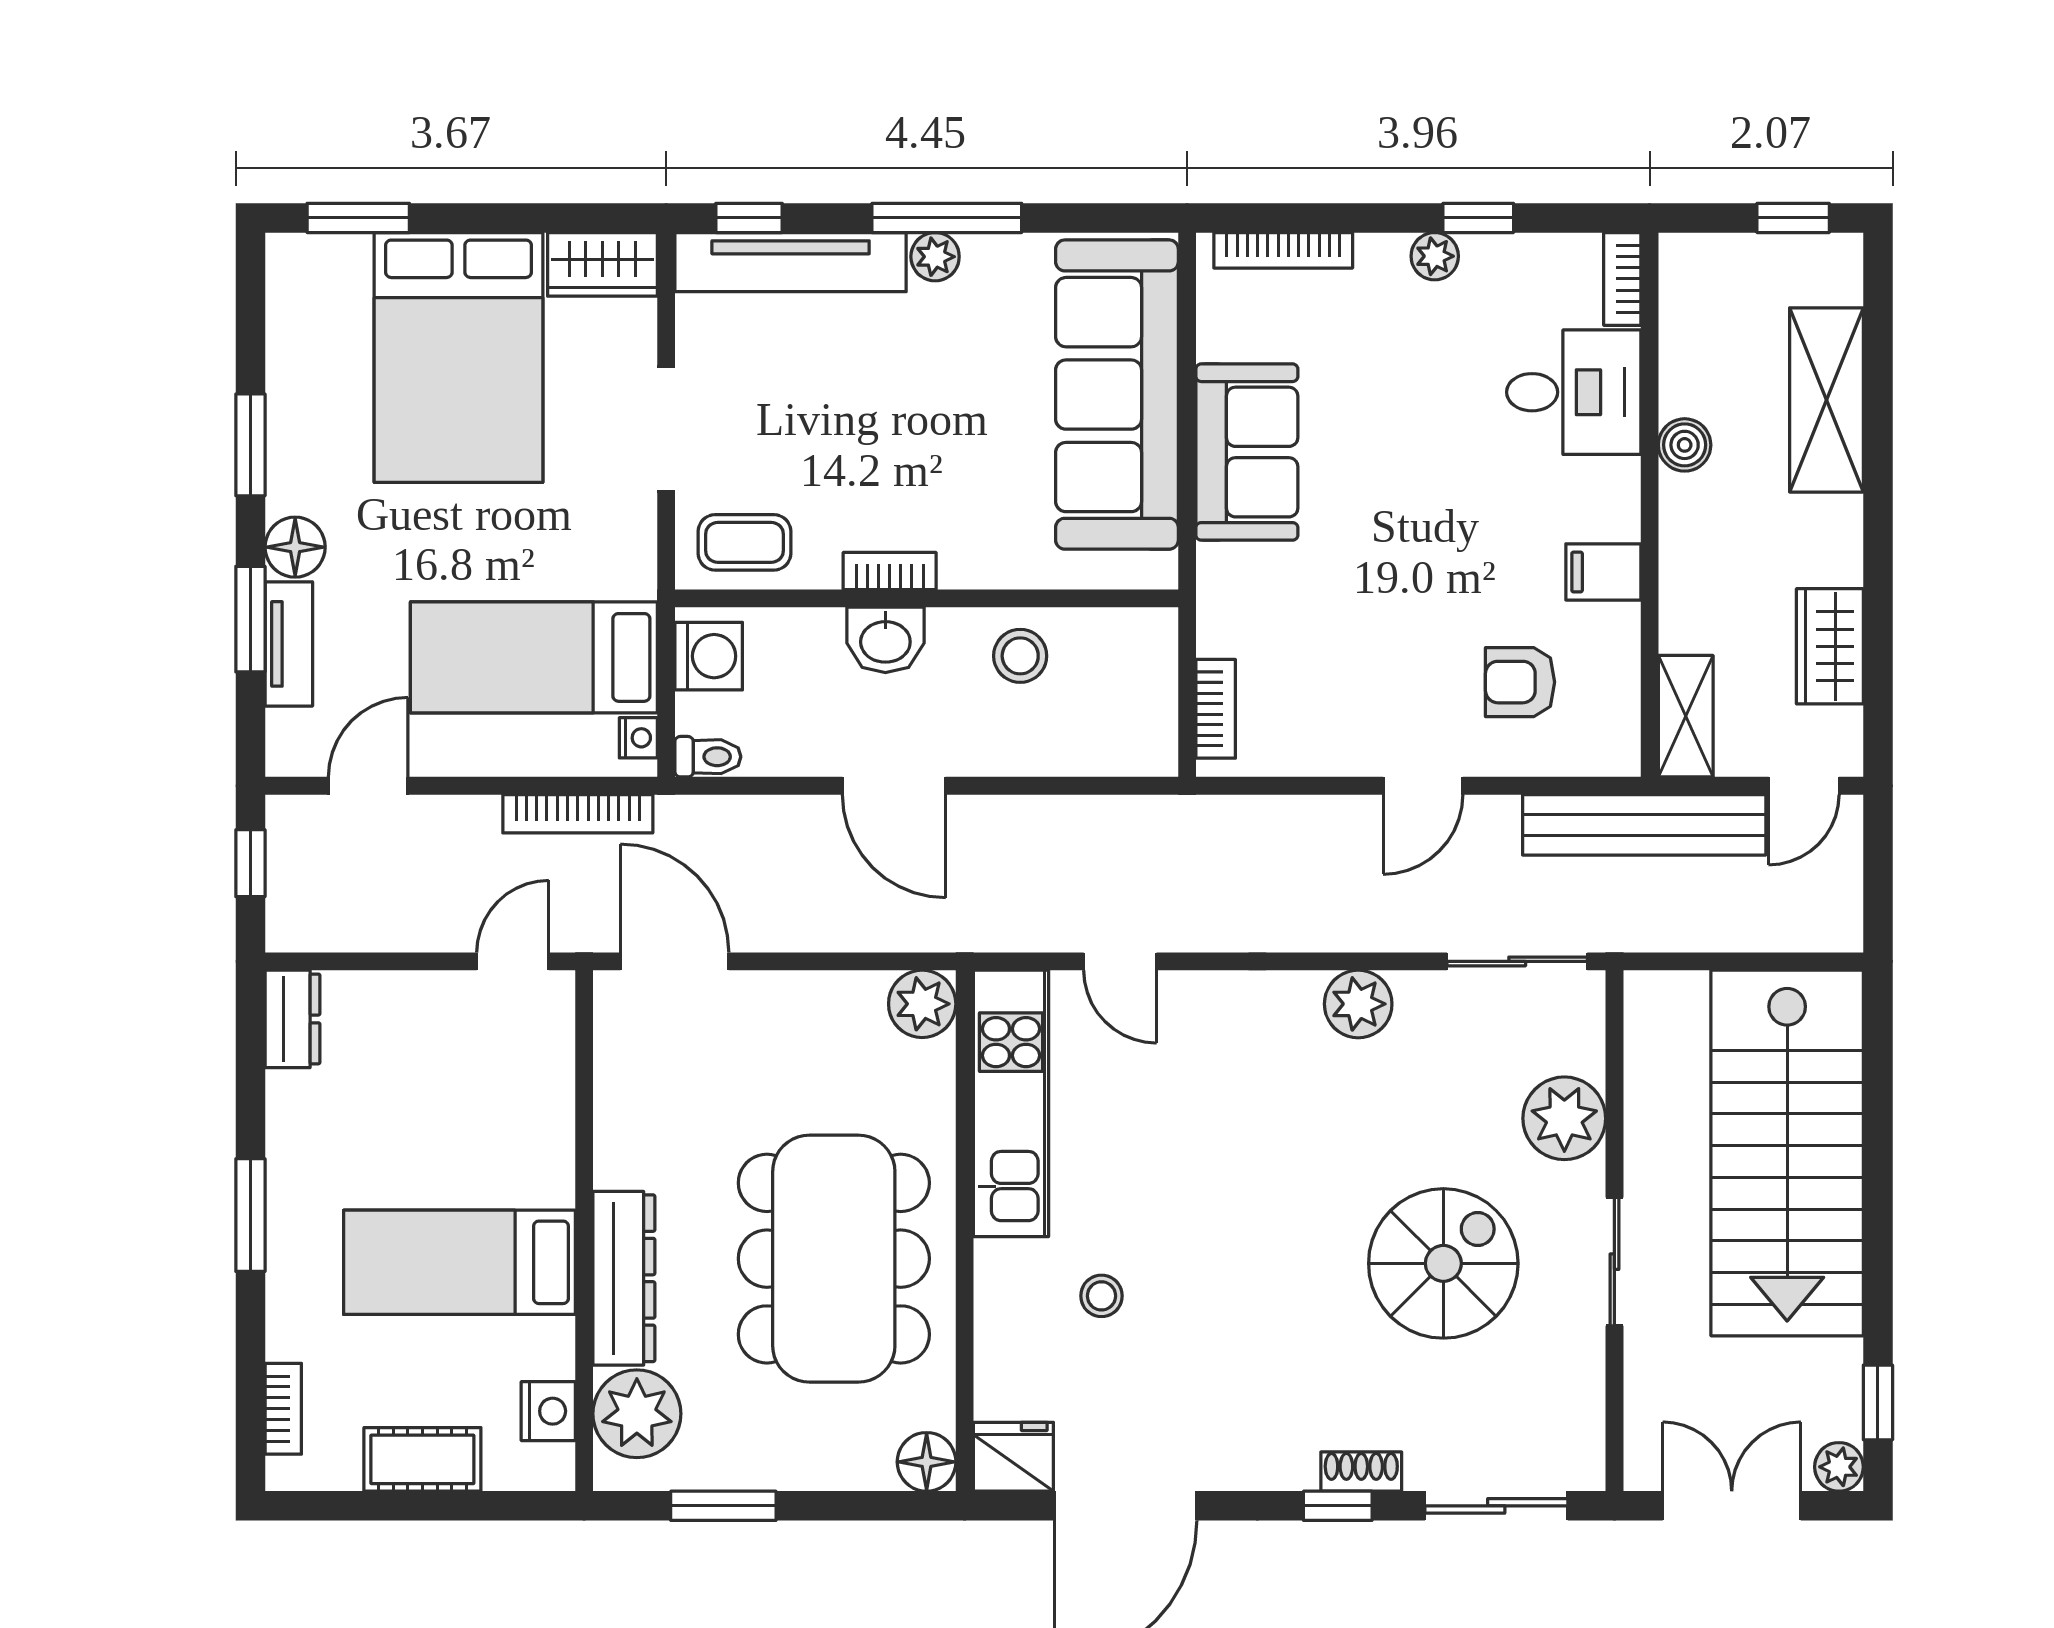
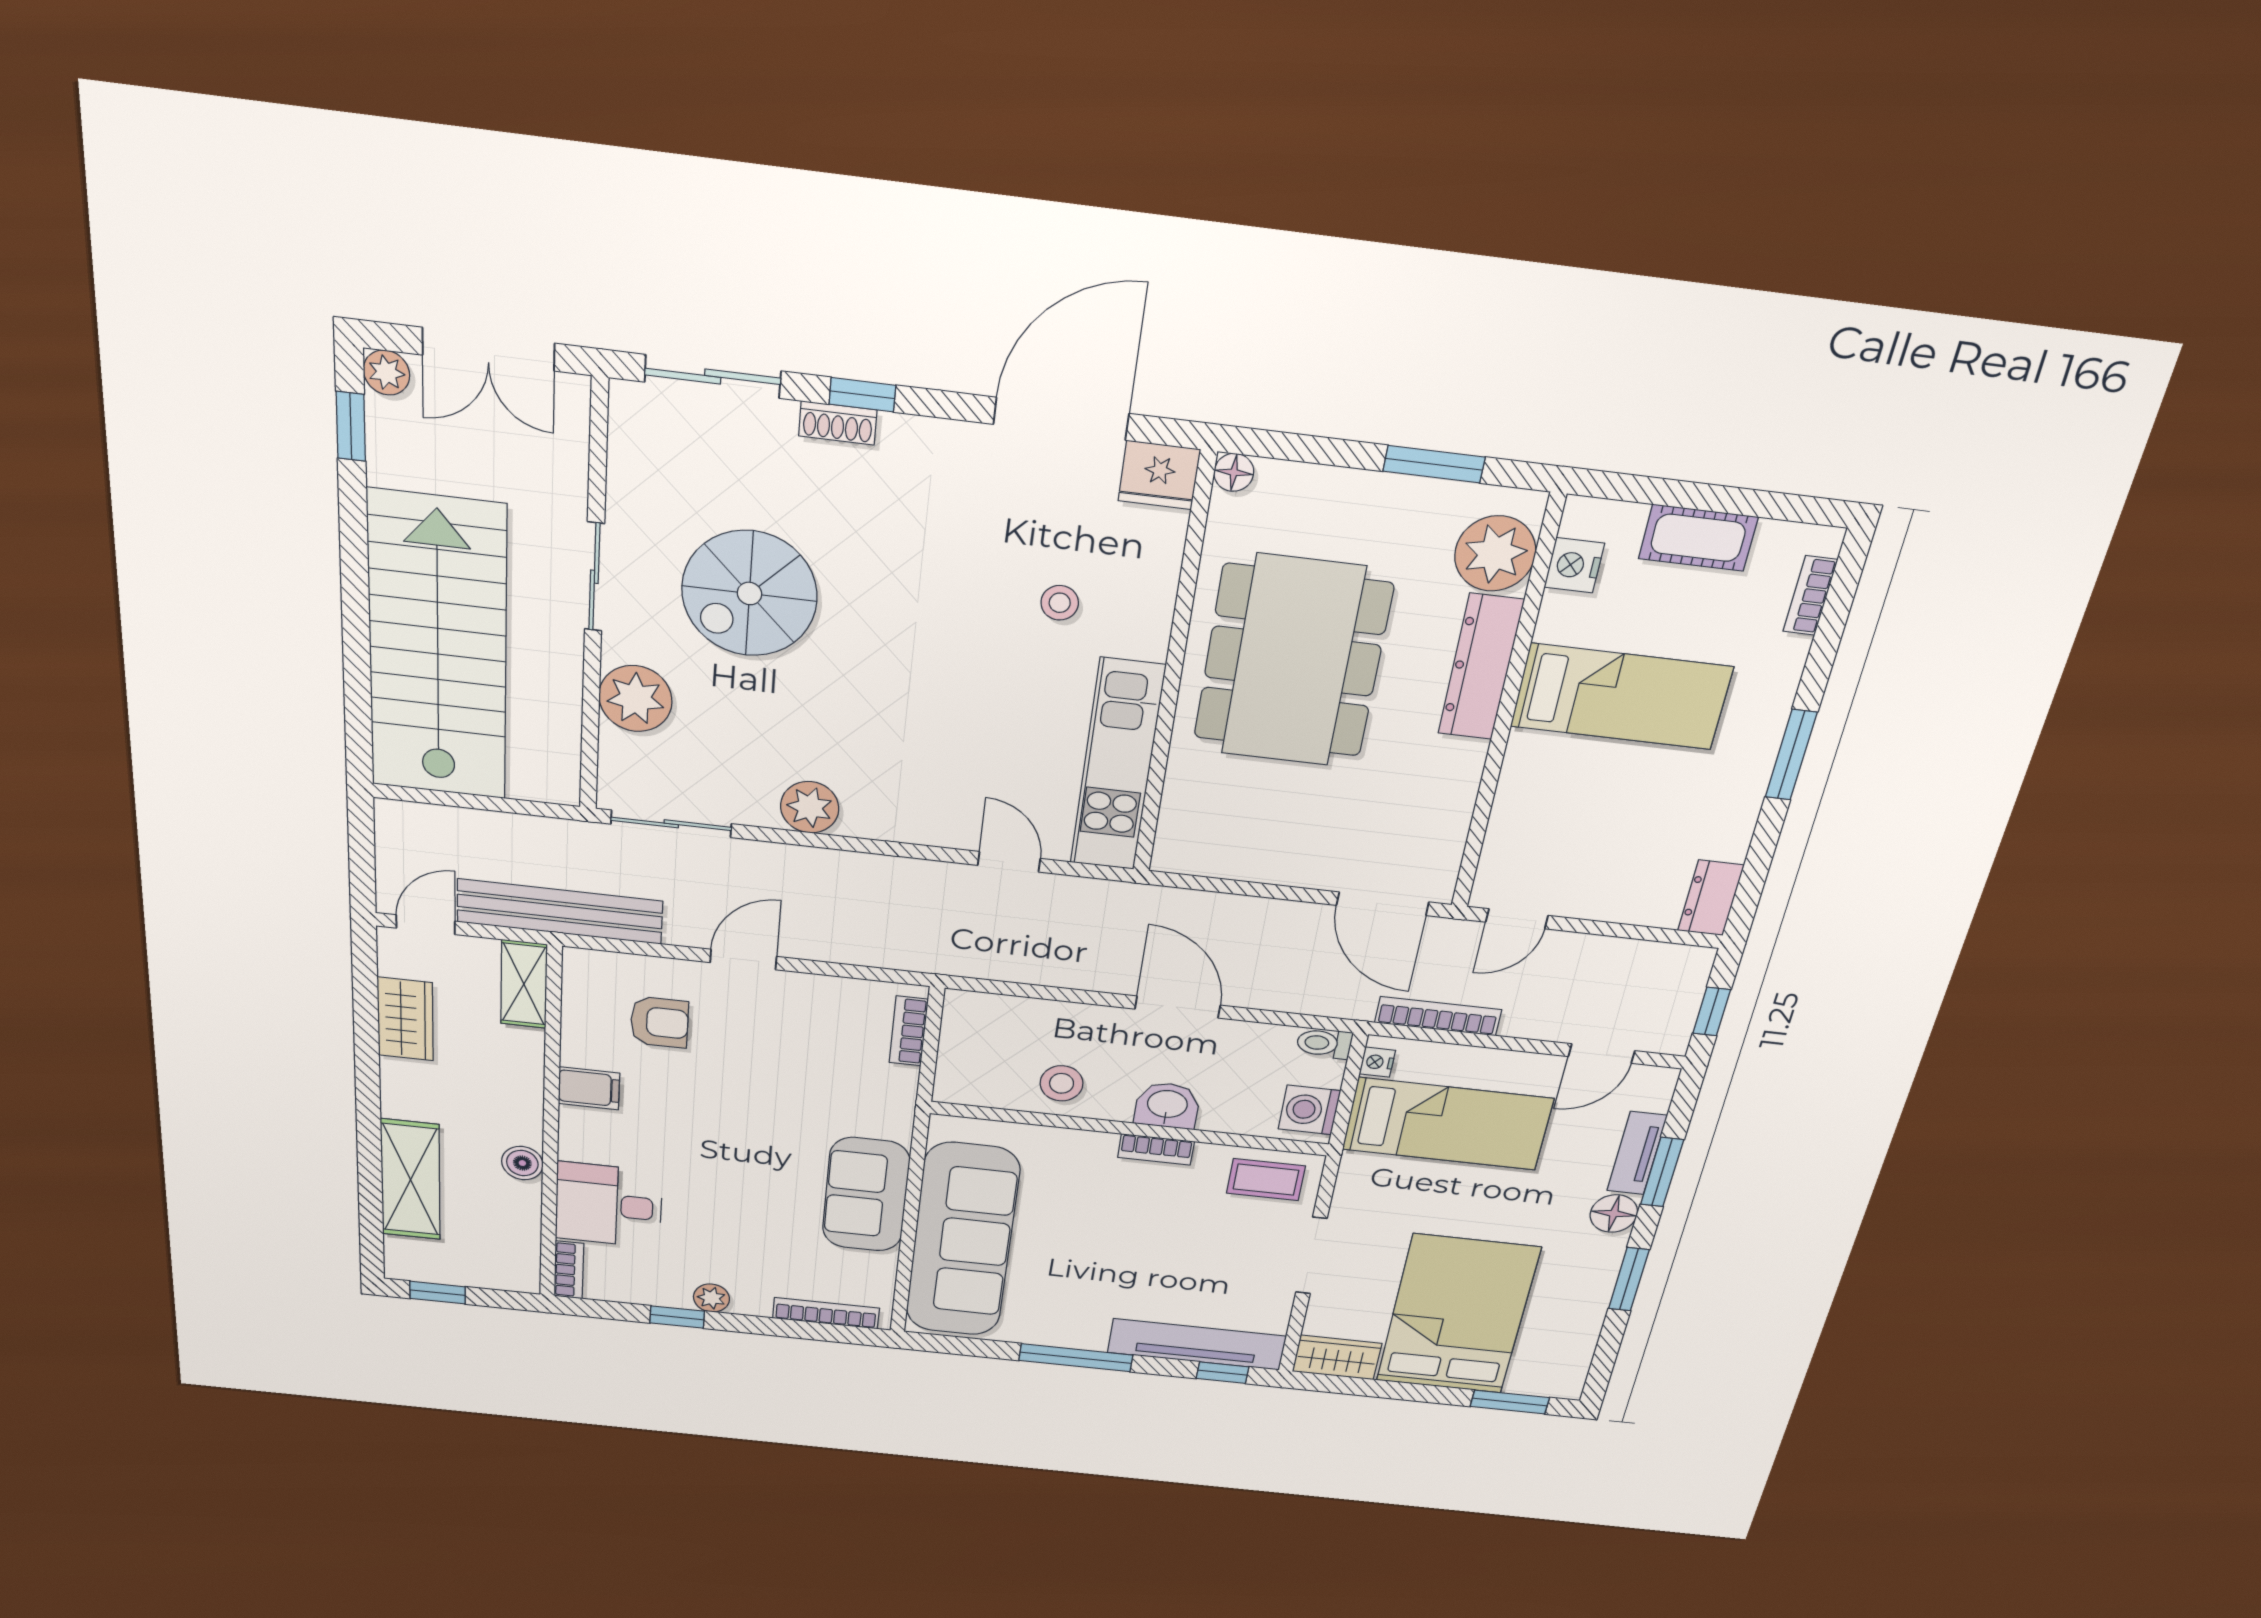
plant: (935, 257) -> (1088, 1336), removed
plant: (922, 1004) -> (1181, 849), removed
floor lamp: (927, 1462) -> (1234, 472), width x0.73, depth x0.73

